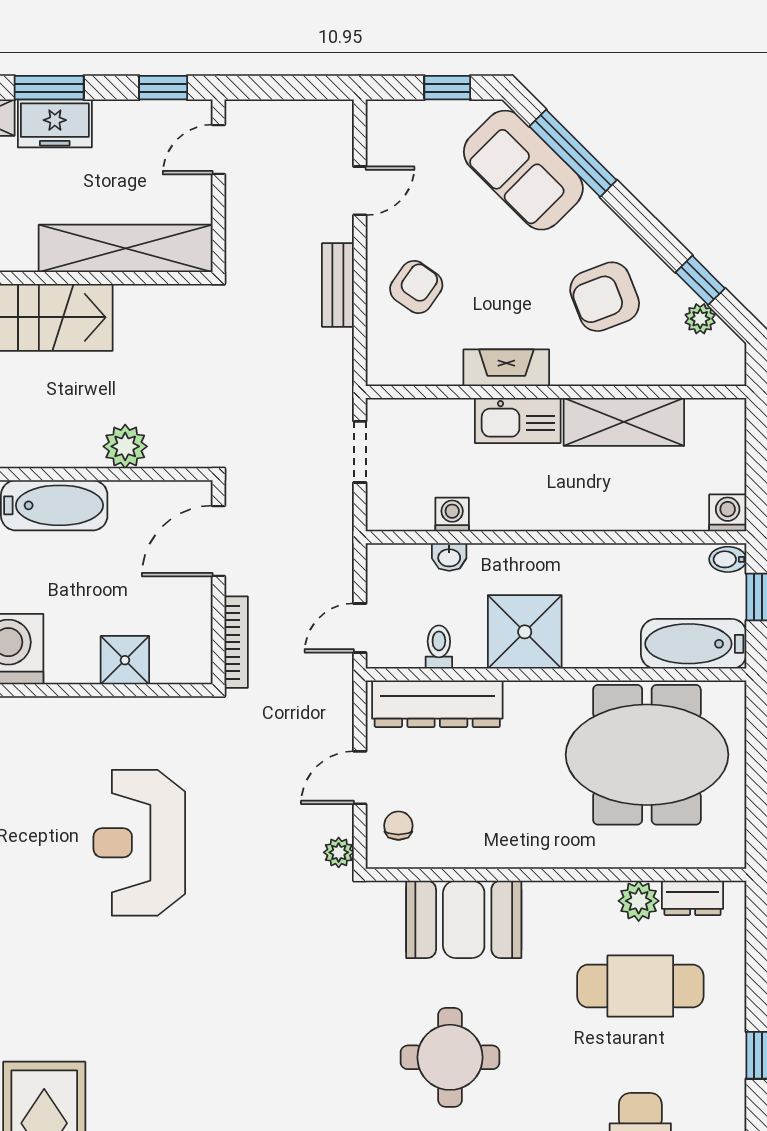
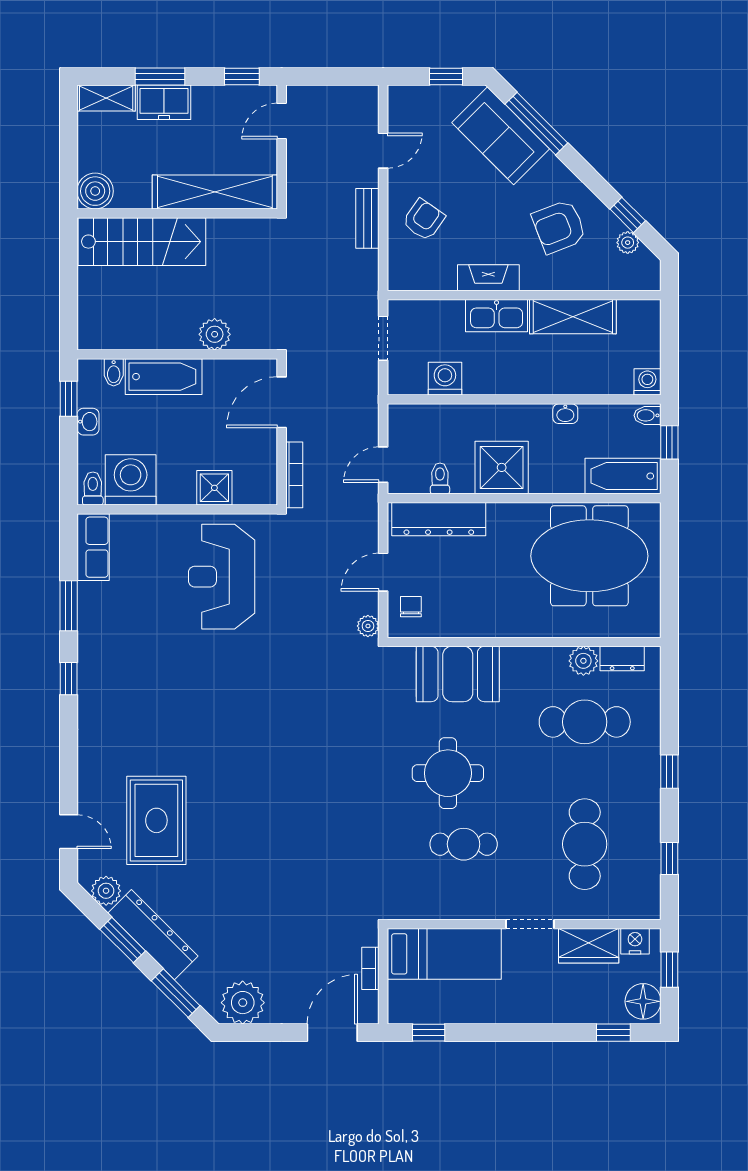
washing machine: (452, 514) -> (445, 379), width x1.38, depth x1.38
washbasin: (449, 557) -> (565, 414), moved
reception desk: (139, 843) -> (222, 577), moved

